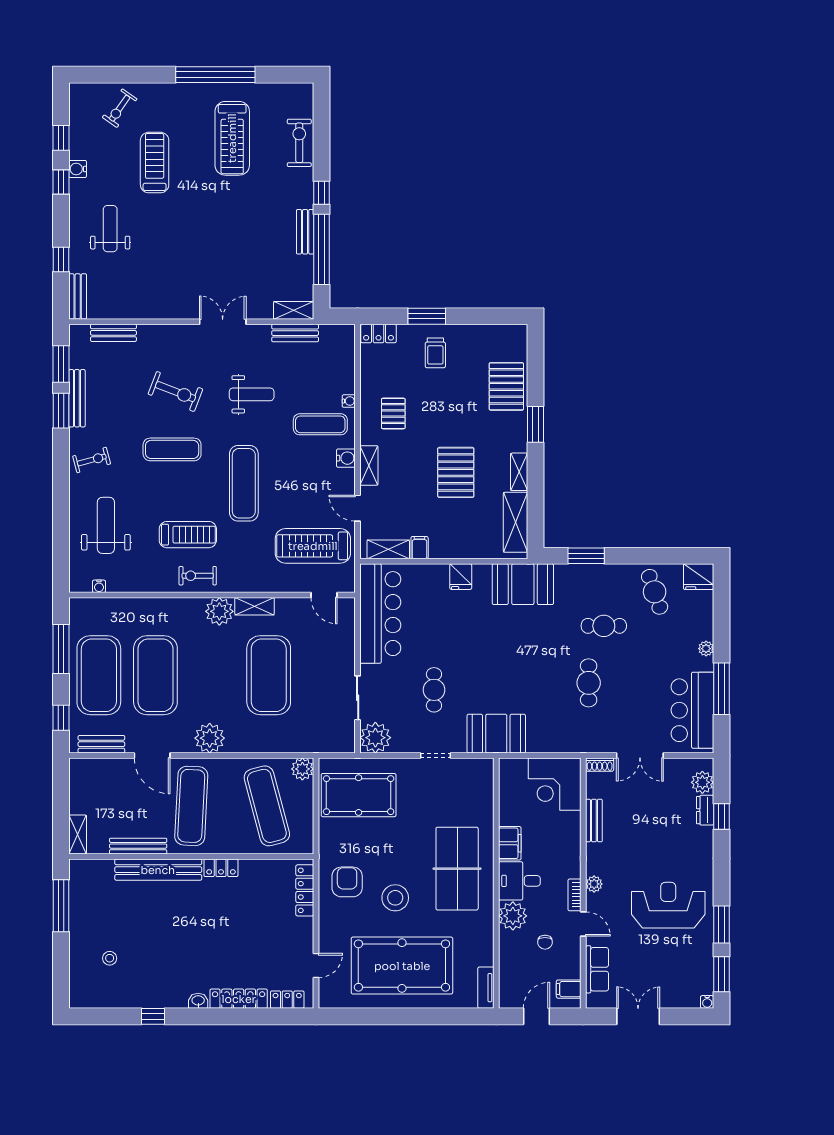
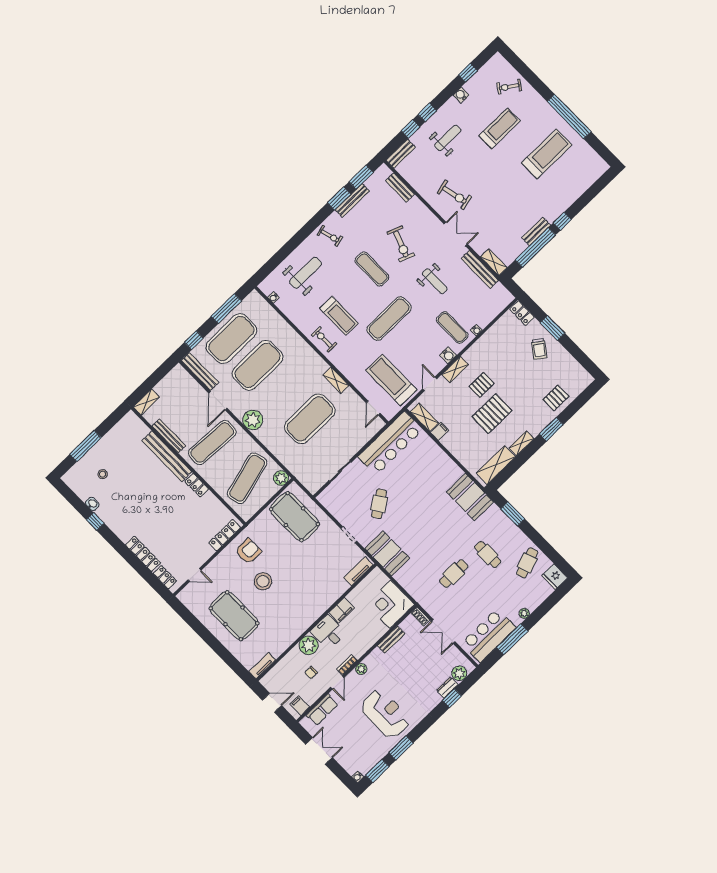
treadmill: (232, 138) -> (547, 154), turned 180
exercise bike: (299, 143) -> (454, 195), moved, turned 77
window: (61, 182) -> (427, 112), moved
bench: (295, 333) -> (480, 269), width x1.36
trolley: (435, 353) -> (539, 349), turned -54
pallet: (506, 386) -> (556, 398), width x0.67, depth x0.71
pallet: (393, 413) -> (482, 385), moved
fridge: (461, 577) -> (445, 464), removed
plant: (219, 611) -> (317, 366), removed
cafe table: (434, 690) -> (379, 504), turned -34
plant: (375, 738) -> (329, 498), removed
bench: (101, 744) -> (200, 372), width x1.36
tv unit: (485, 784) -> (358, 571), added
table tennis table: (457, 869) -> (305, 597), removed
window: (61, 906) -> (85, 446), moved
pool table: (402, 966) -> (234, 616), width x0.73, depth x0.76
washbasin: (198, 1001) -> (92, 504), moved

